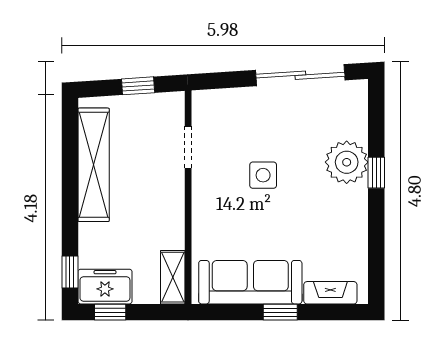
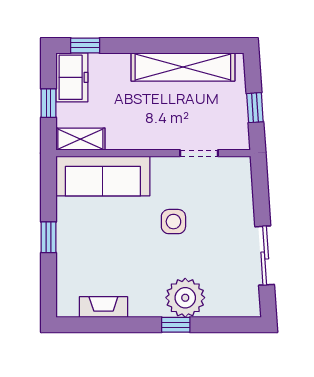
sliding door: (300, 75) -> (265, 256), width x0.73
sofa: (250, 282) -> (103, 176), moved, turned 90
fireplace: (330, 293) -> (103, 307), moved, turned -90
window: (110, 312) -> (49, 103), moved

